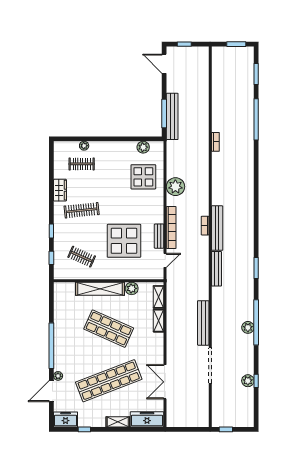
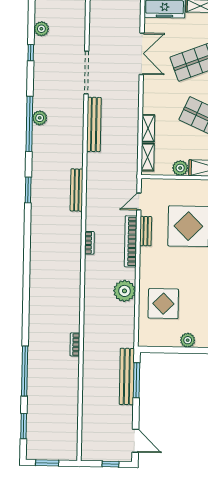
plant: (143, 147) -> (188, 340), moved
bench: (217, 228) -> (75, 240), removed
plant: (248, 381) -> (41, 29), moved

